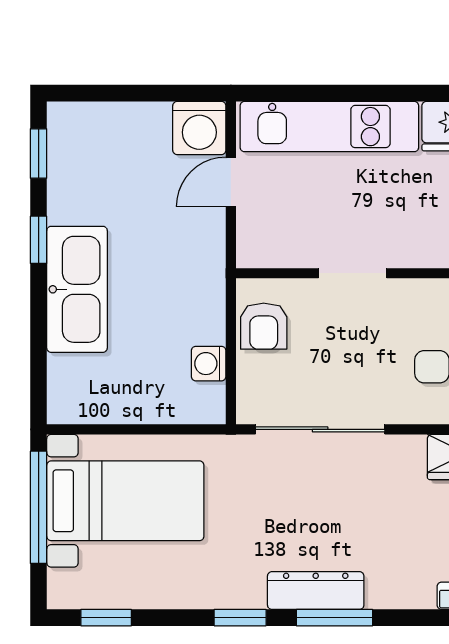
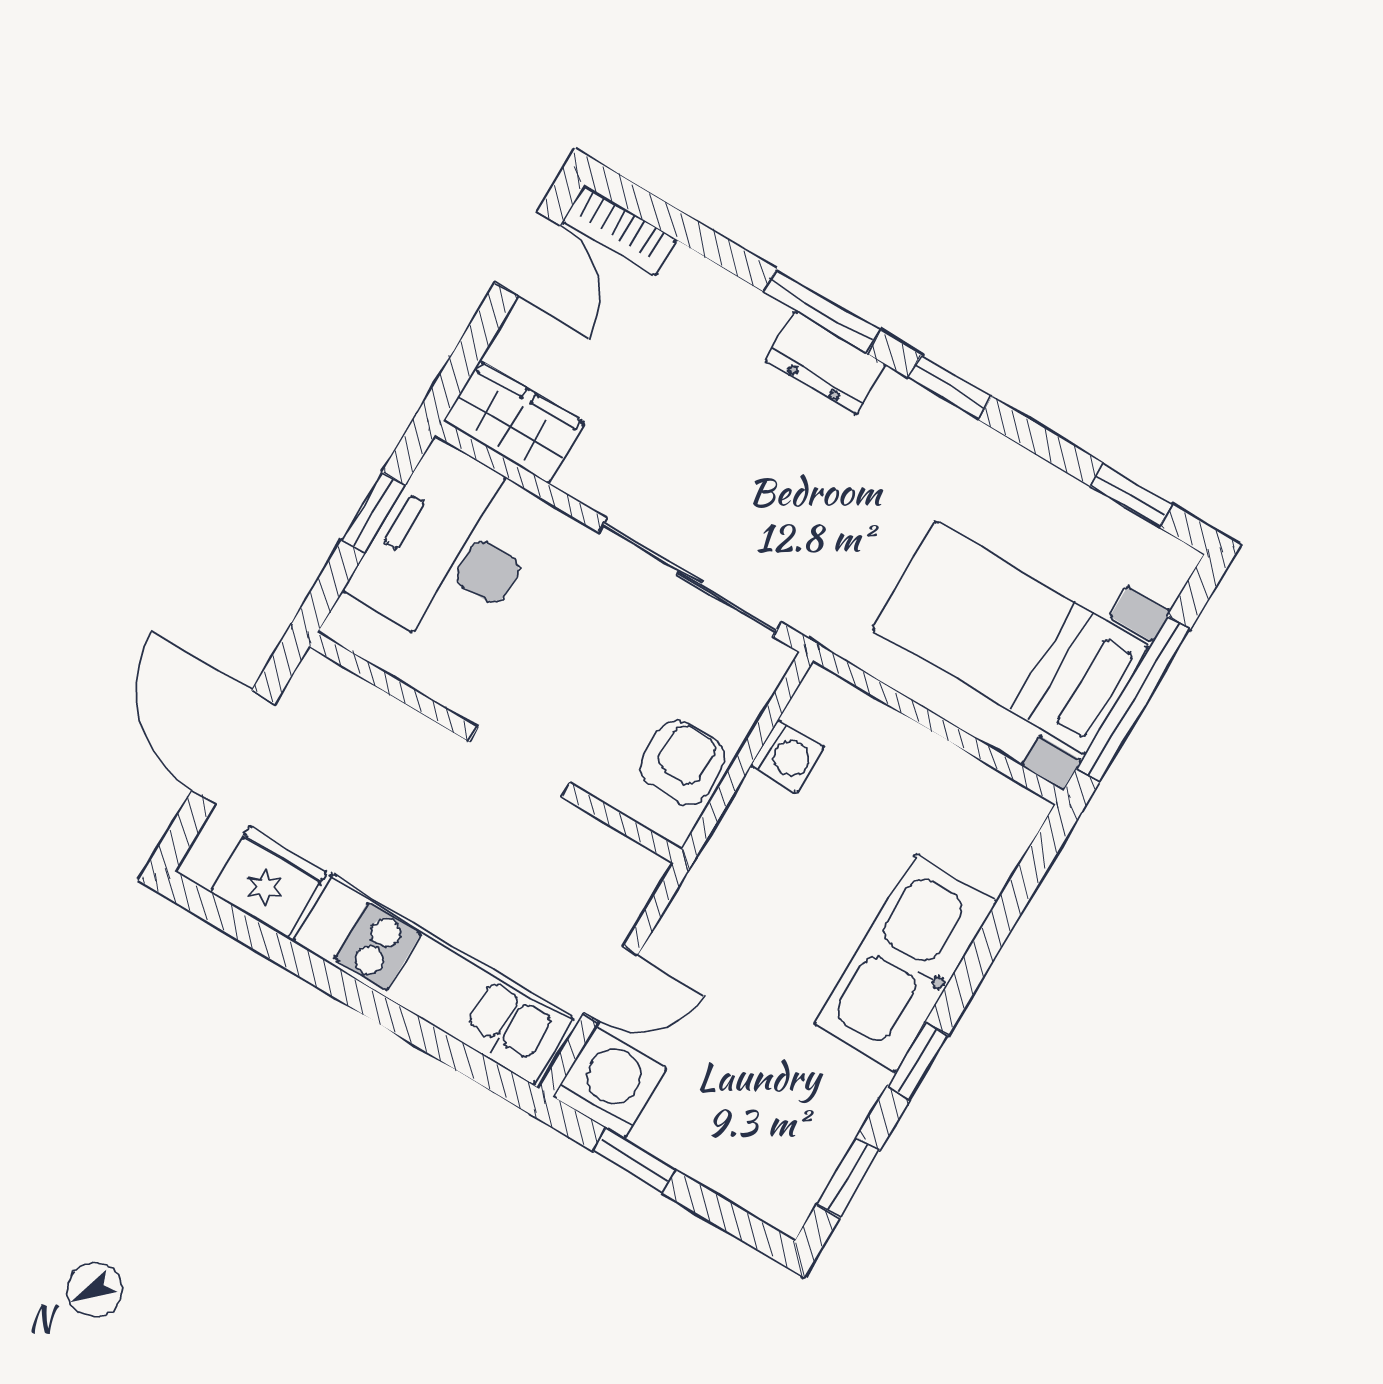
window: (161, 93) -> (634, 1160), added
dresser: (316, 591) -> (826, 363), width x0.70

